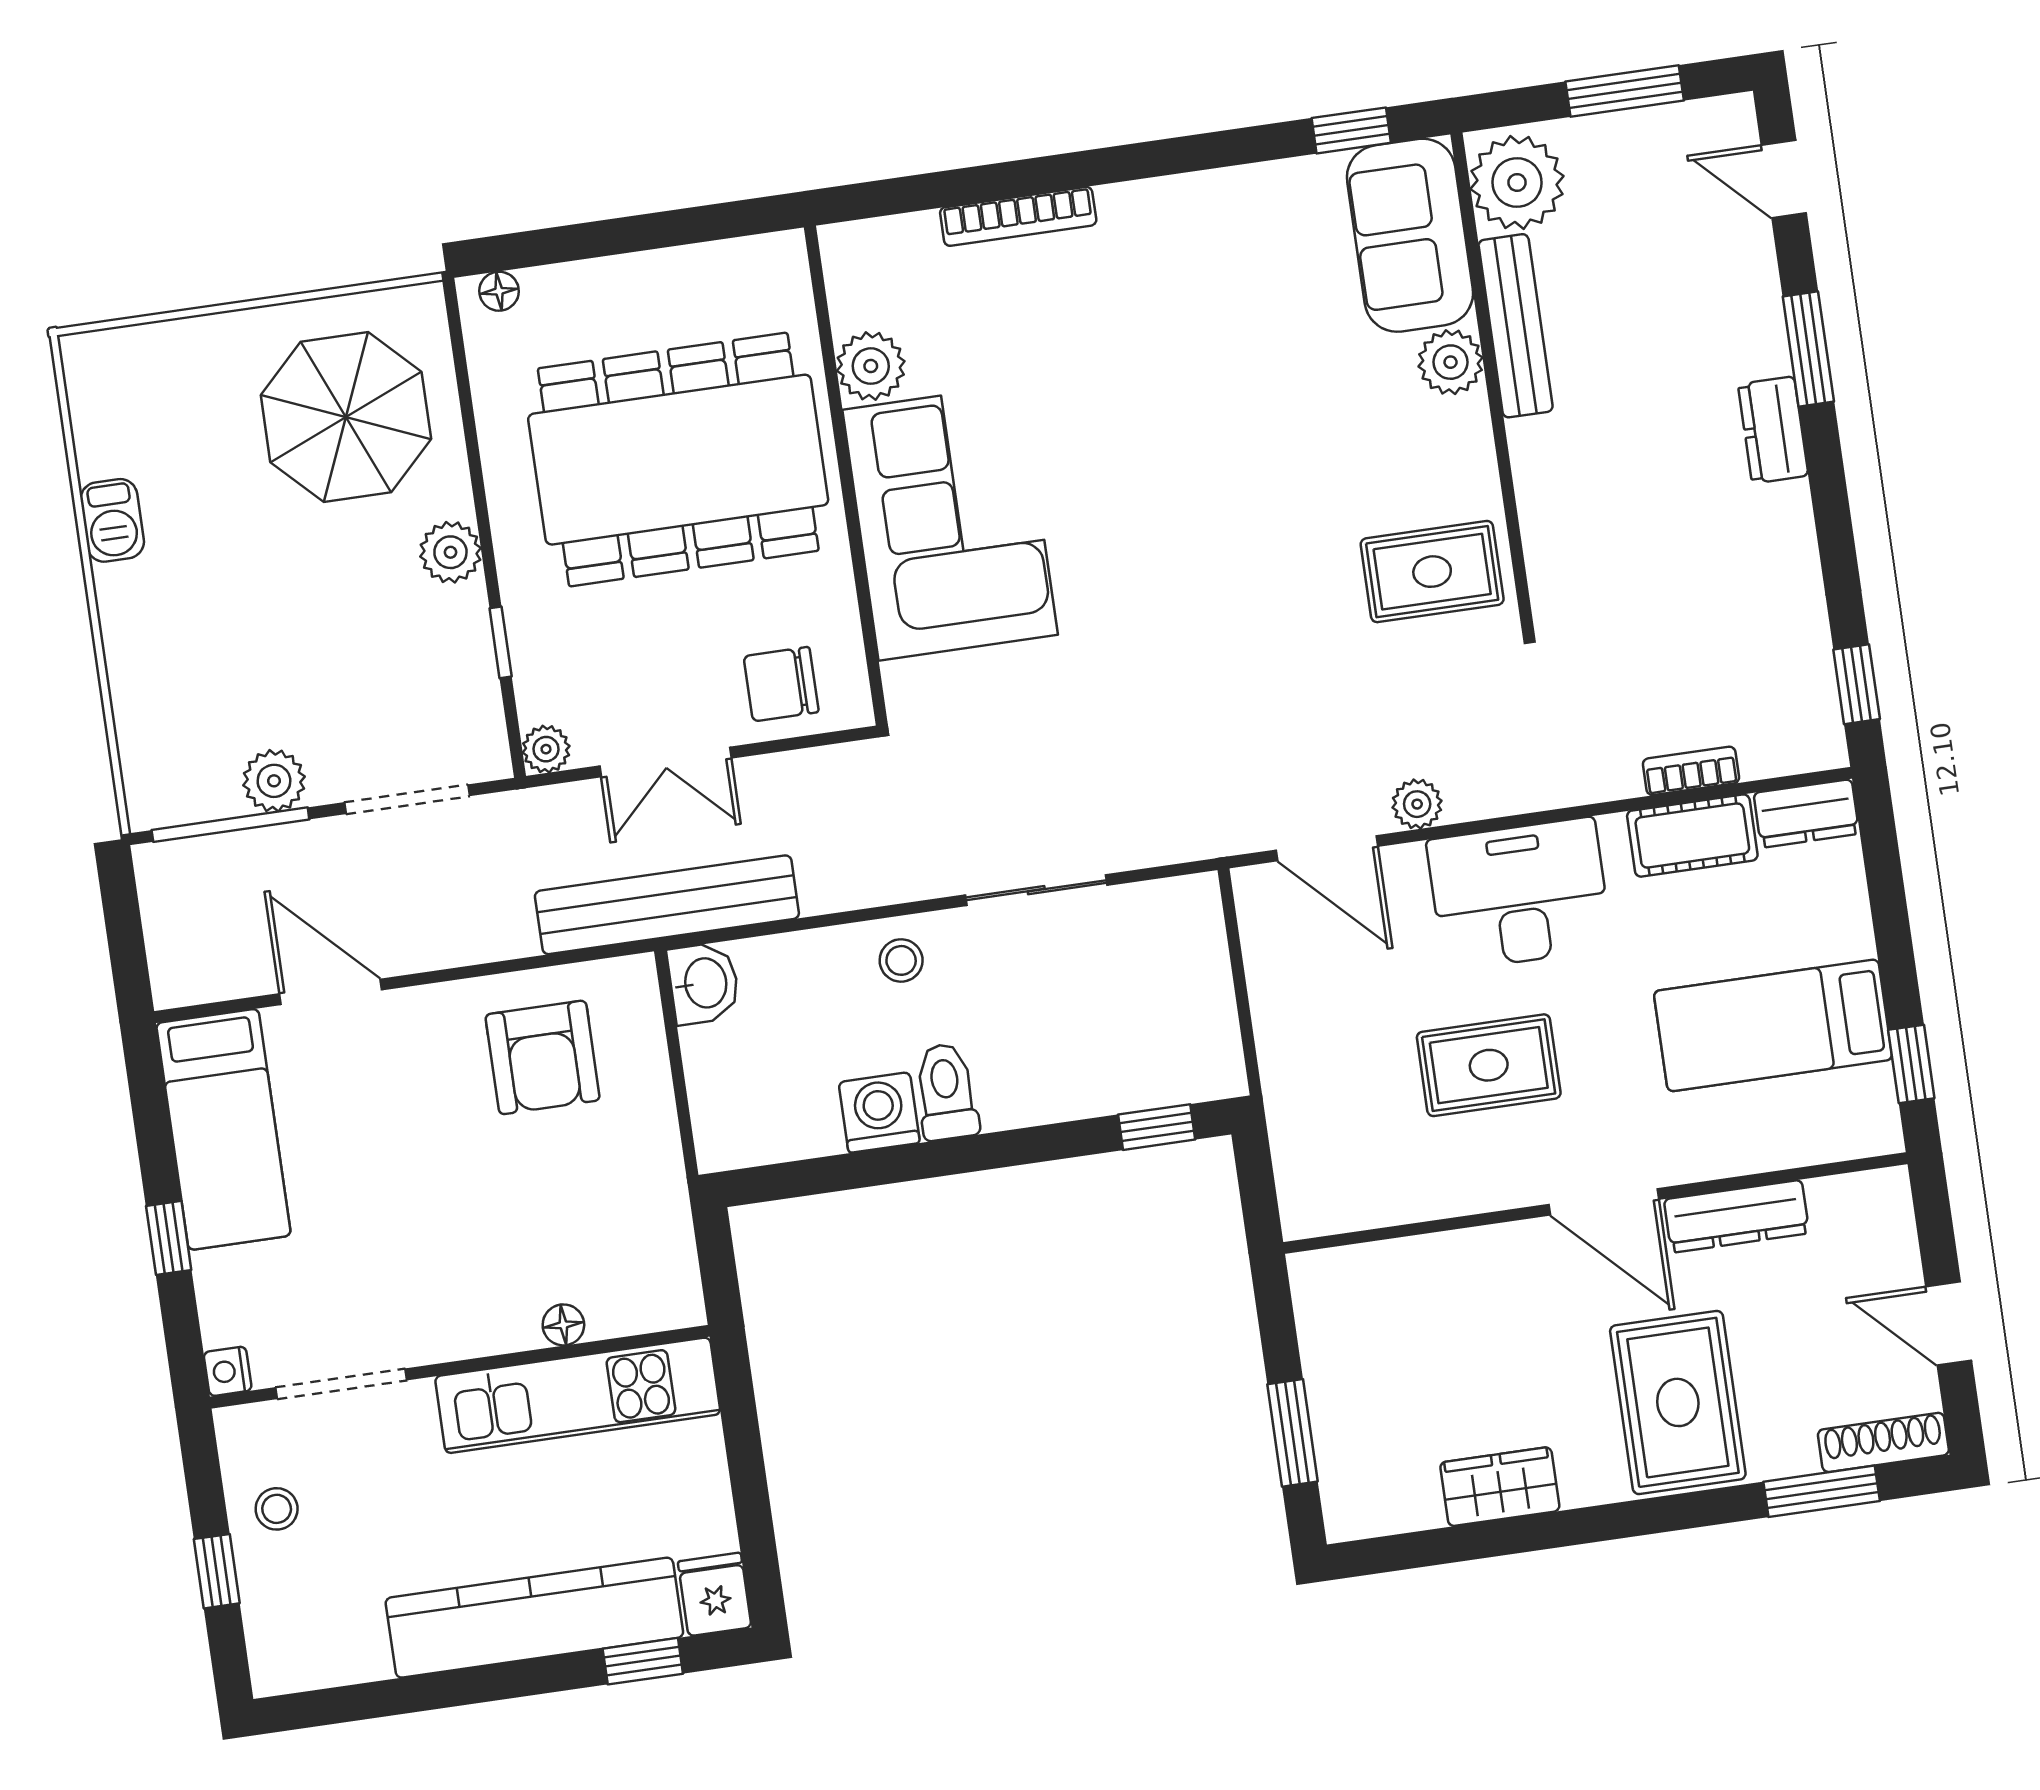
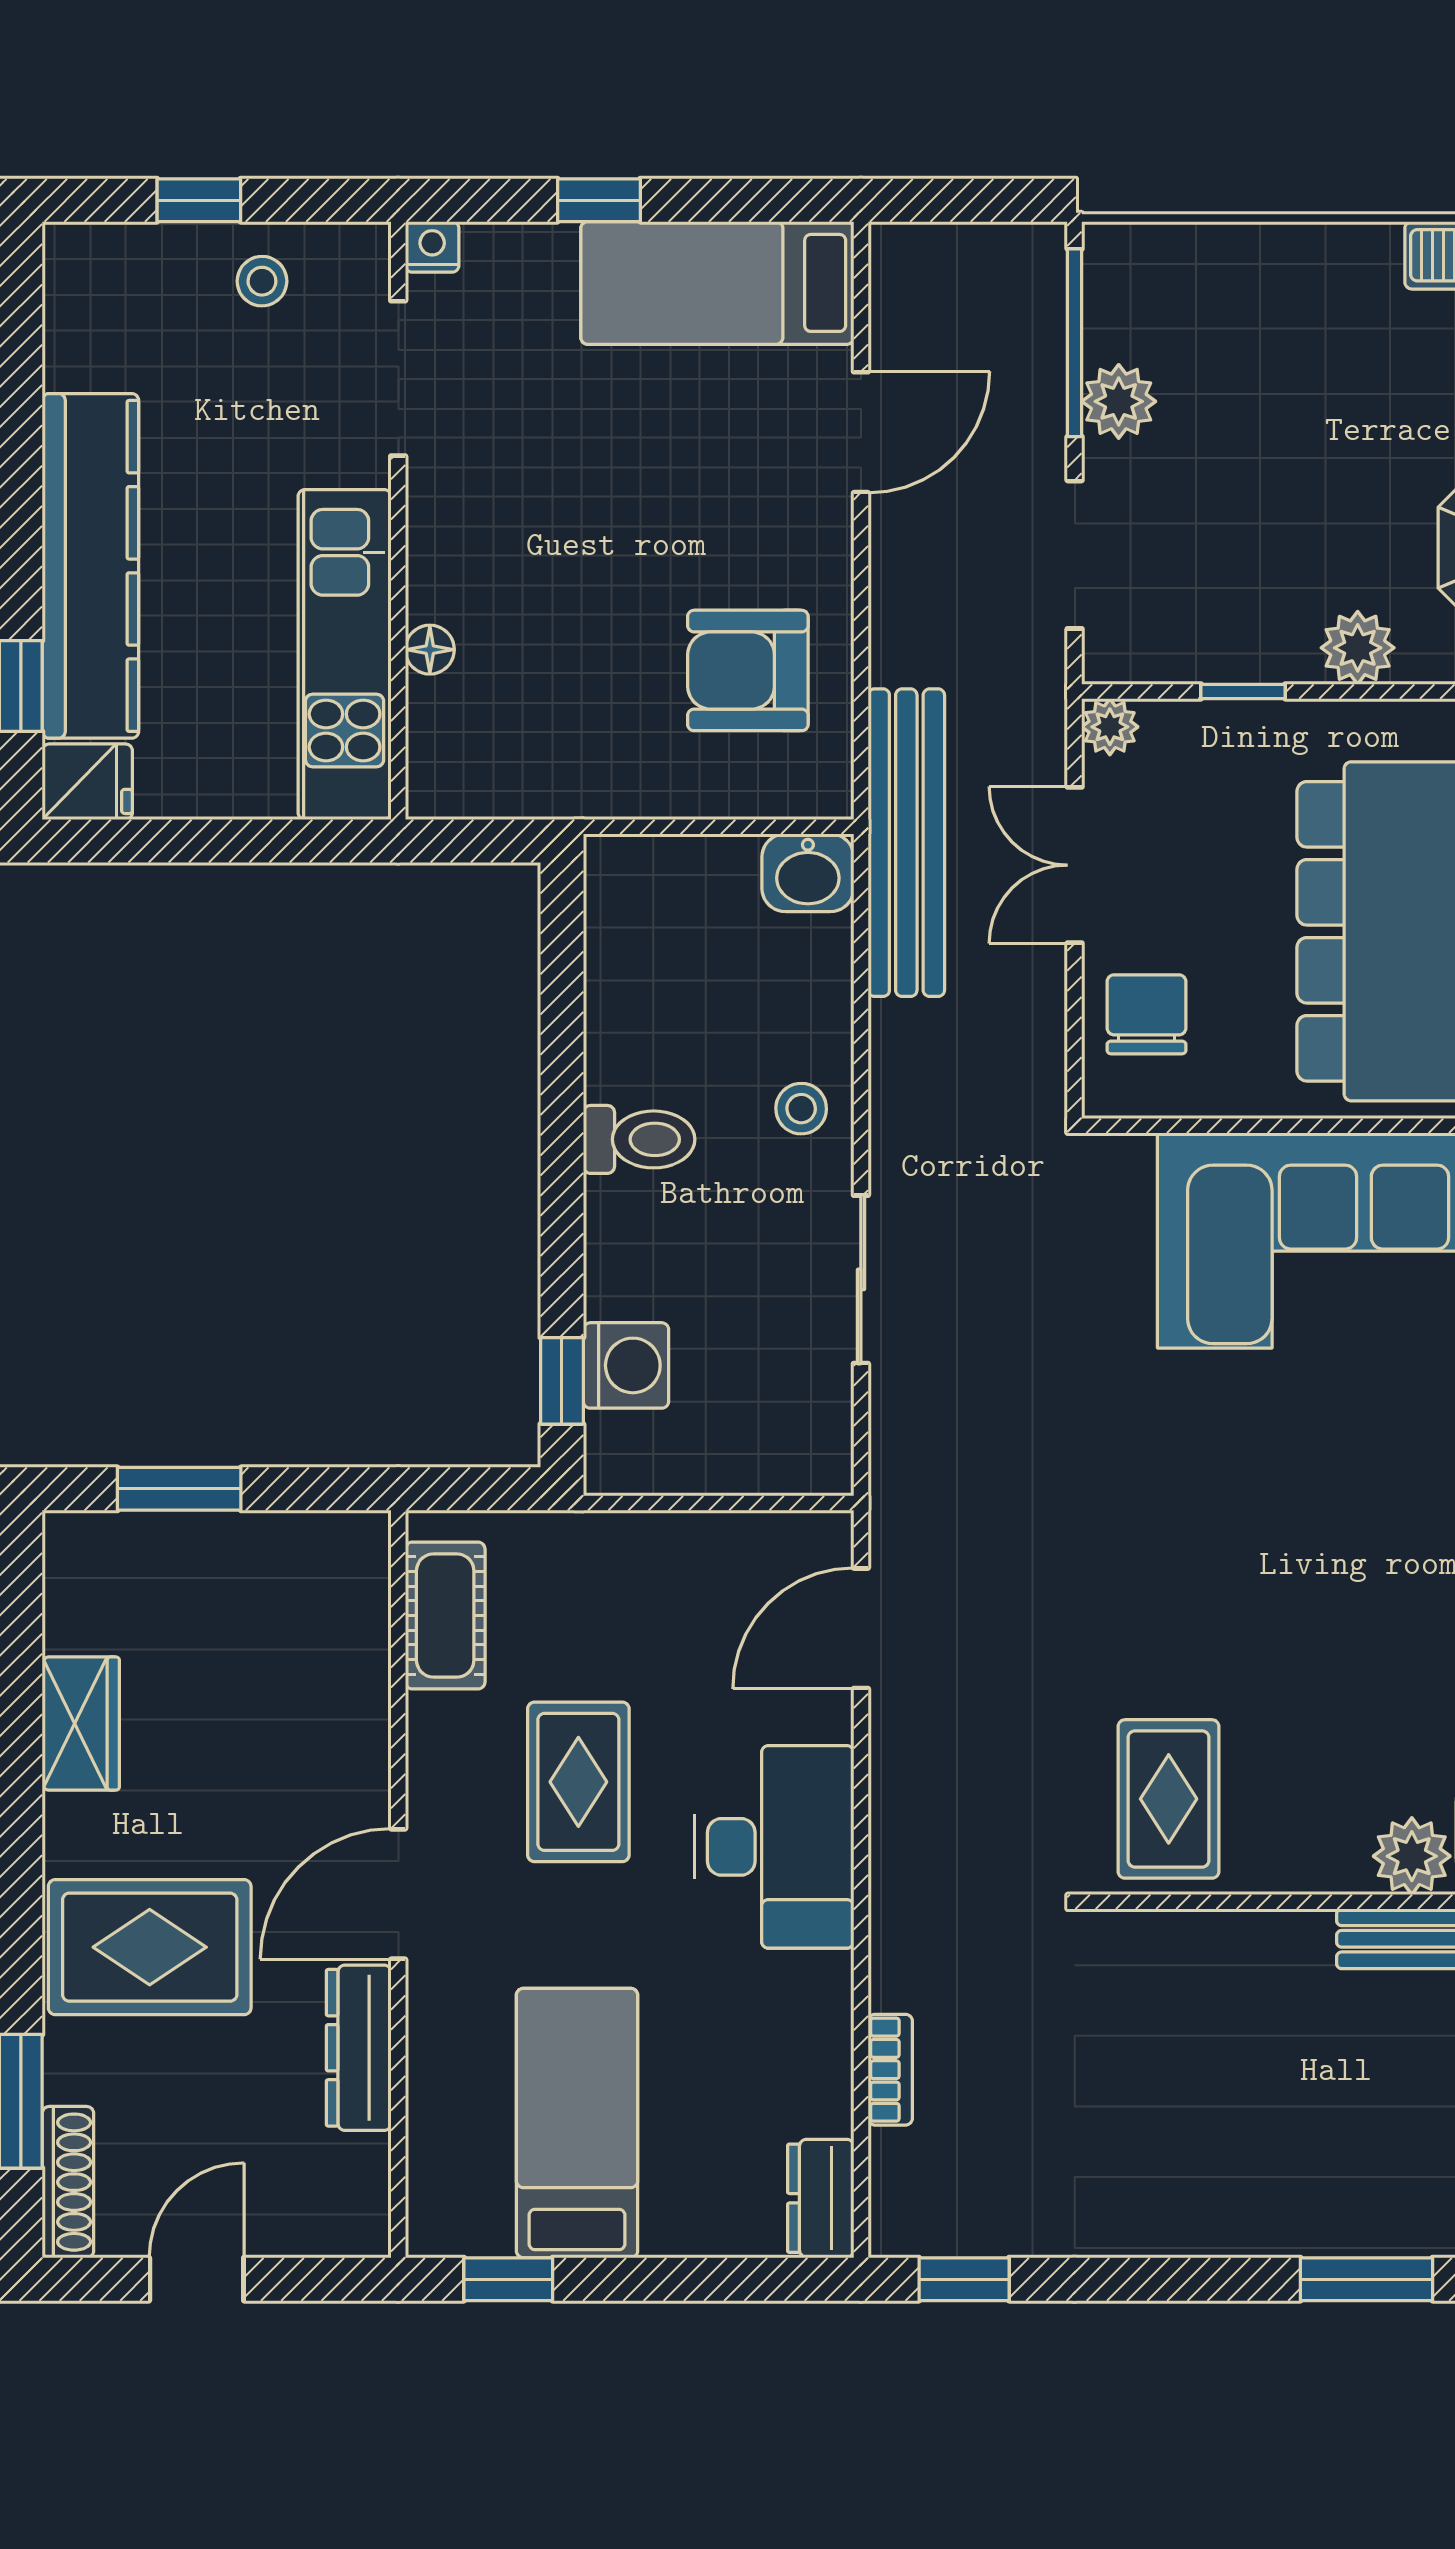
dresser: (1773, 430) -> (1277, 2224), removed
plant: (1417, 804) -> (898, 1742), removed
cot: (1692, 836) -> (445, 1616), moved
washing machine: (879, 1113) -> (626, 1365), moved

